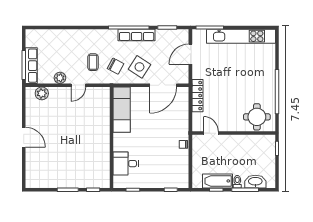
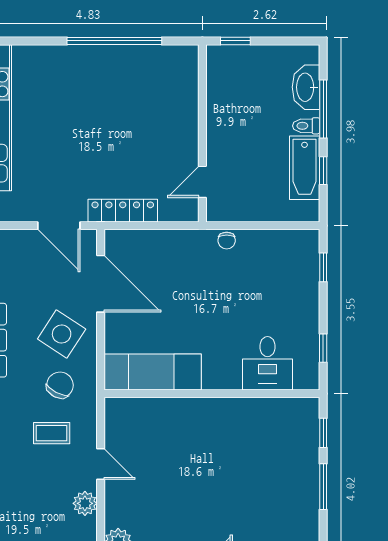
door: (190, 54) -> (59, 226), moved
round table: (257, 117) -> (168, 84), removed

